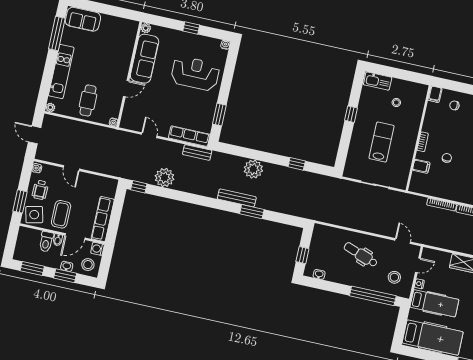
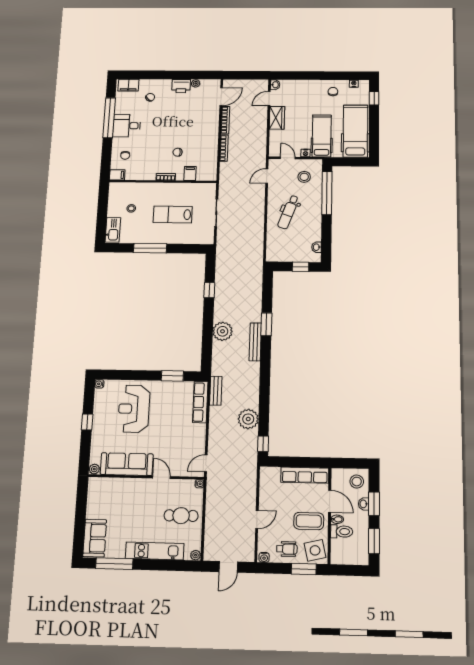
window: (351, 114) -> (150, 248), width x2.17
door: (149, 135) -> (206, 463), moved
washing machine: (97, 249) -> (338, 475), removed

